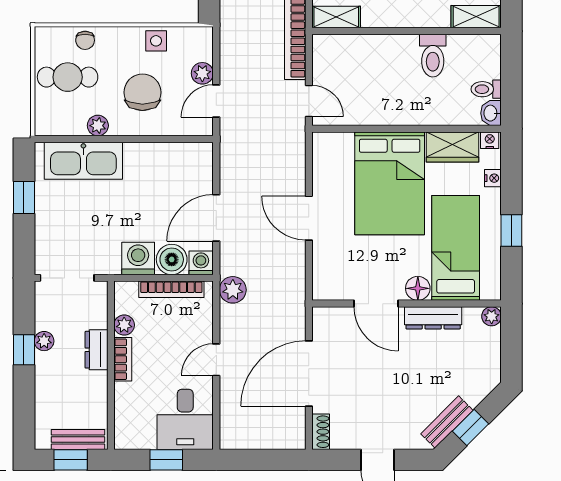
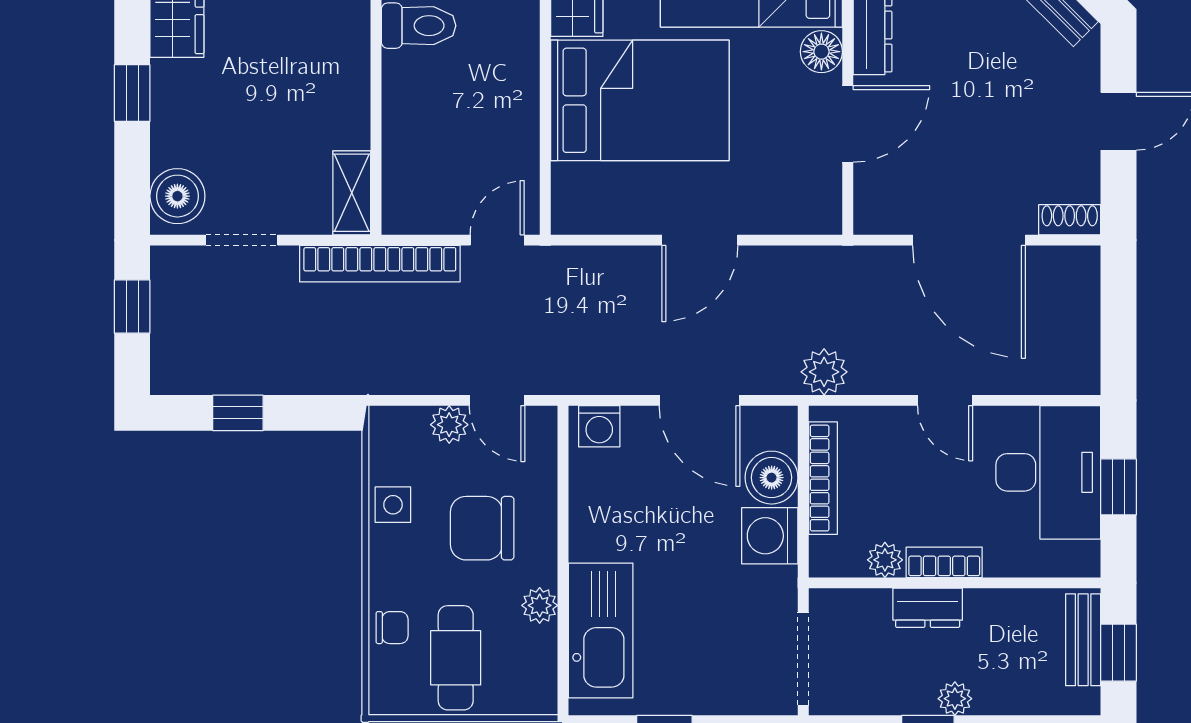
washing machine: (201, 263) -> (599, 426), moved, turned -90
plant: (44, 341) -> (955, 699), moved
desk: (185, 419) -> (1048, 472), width x1.37

